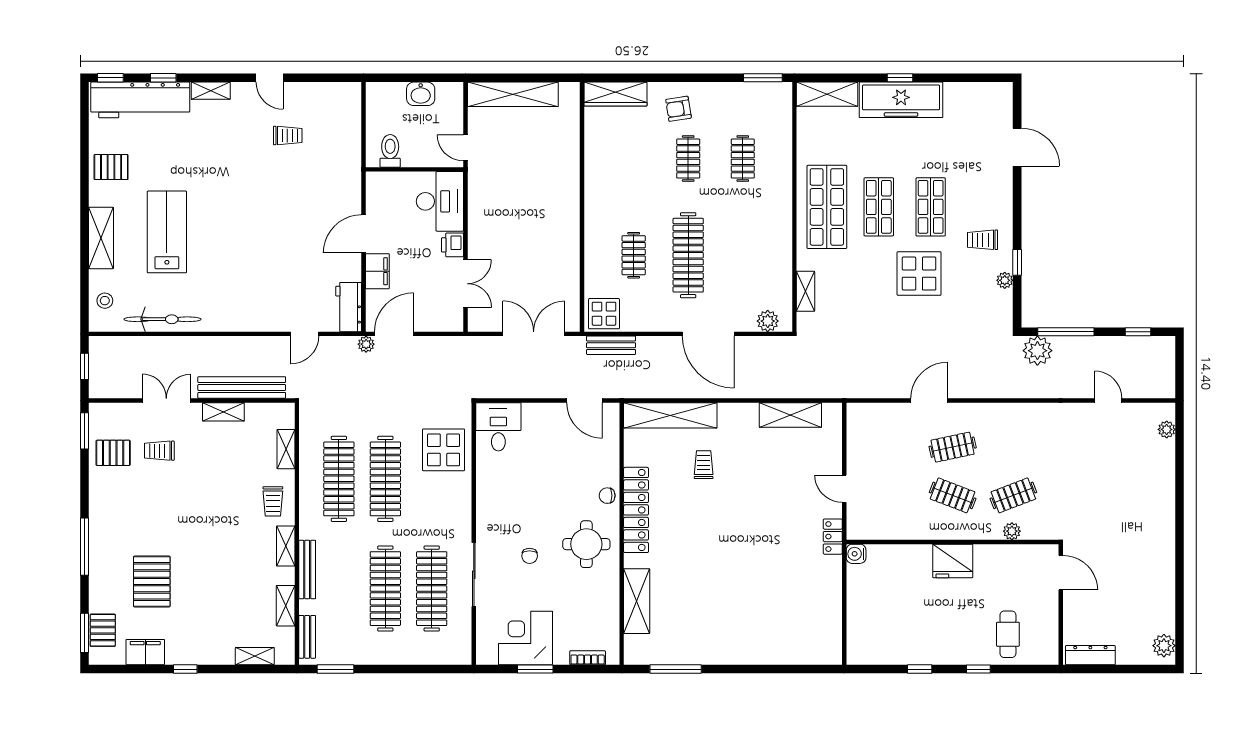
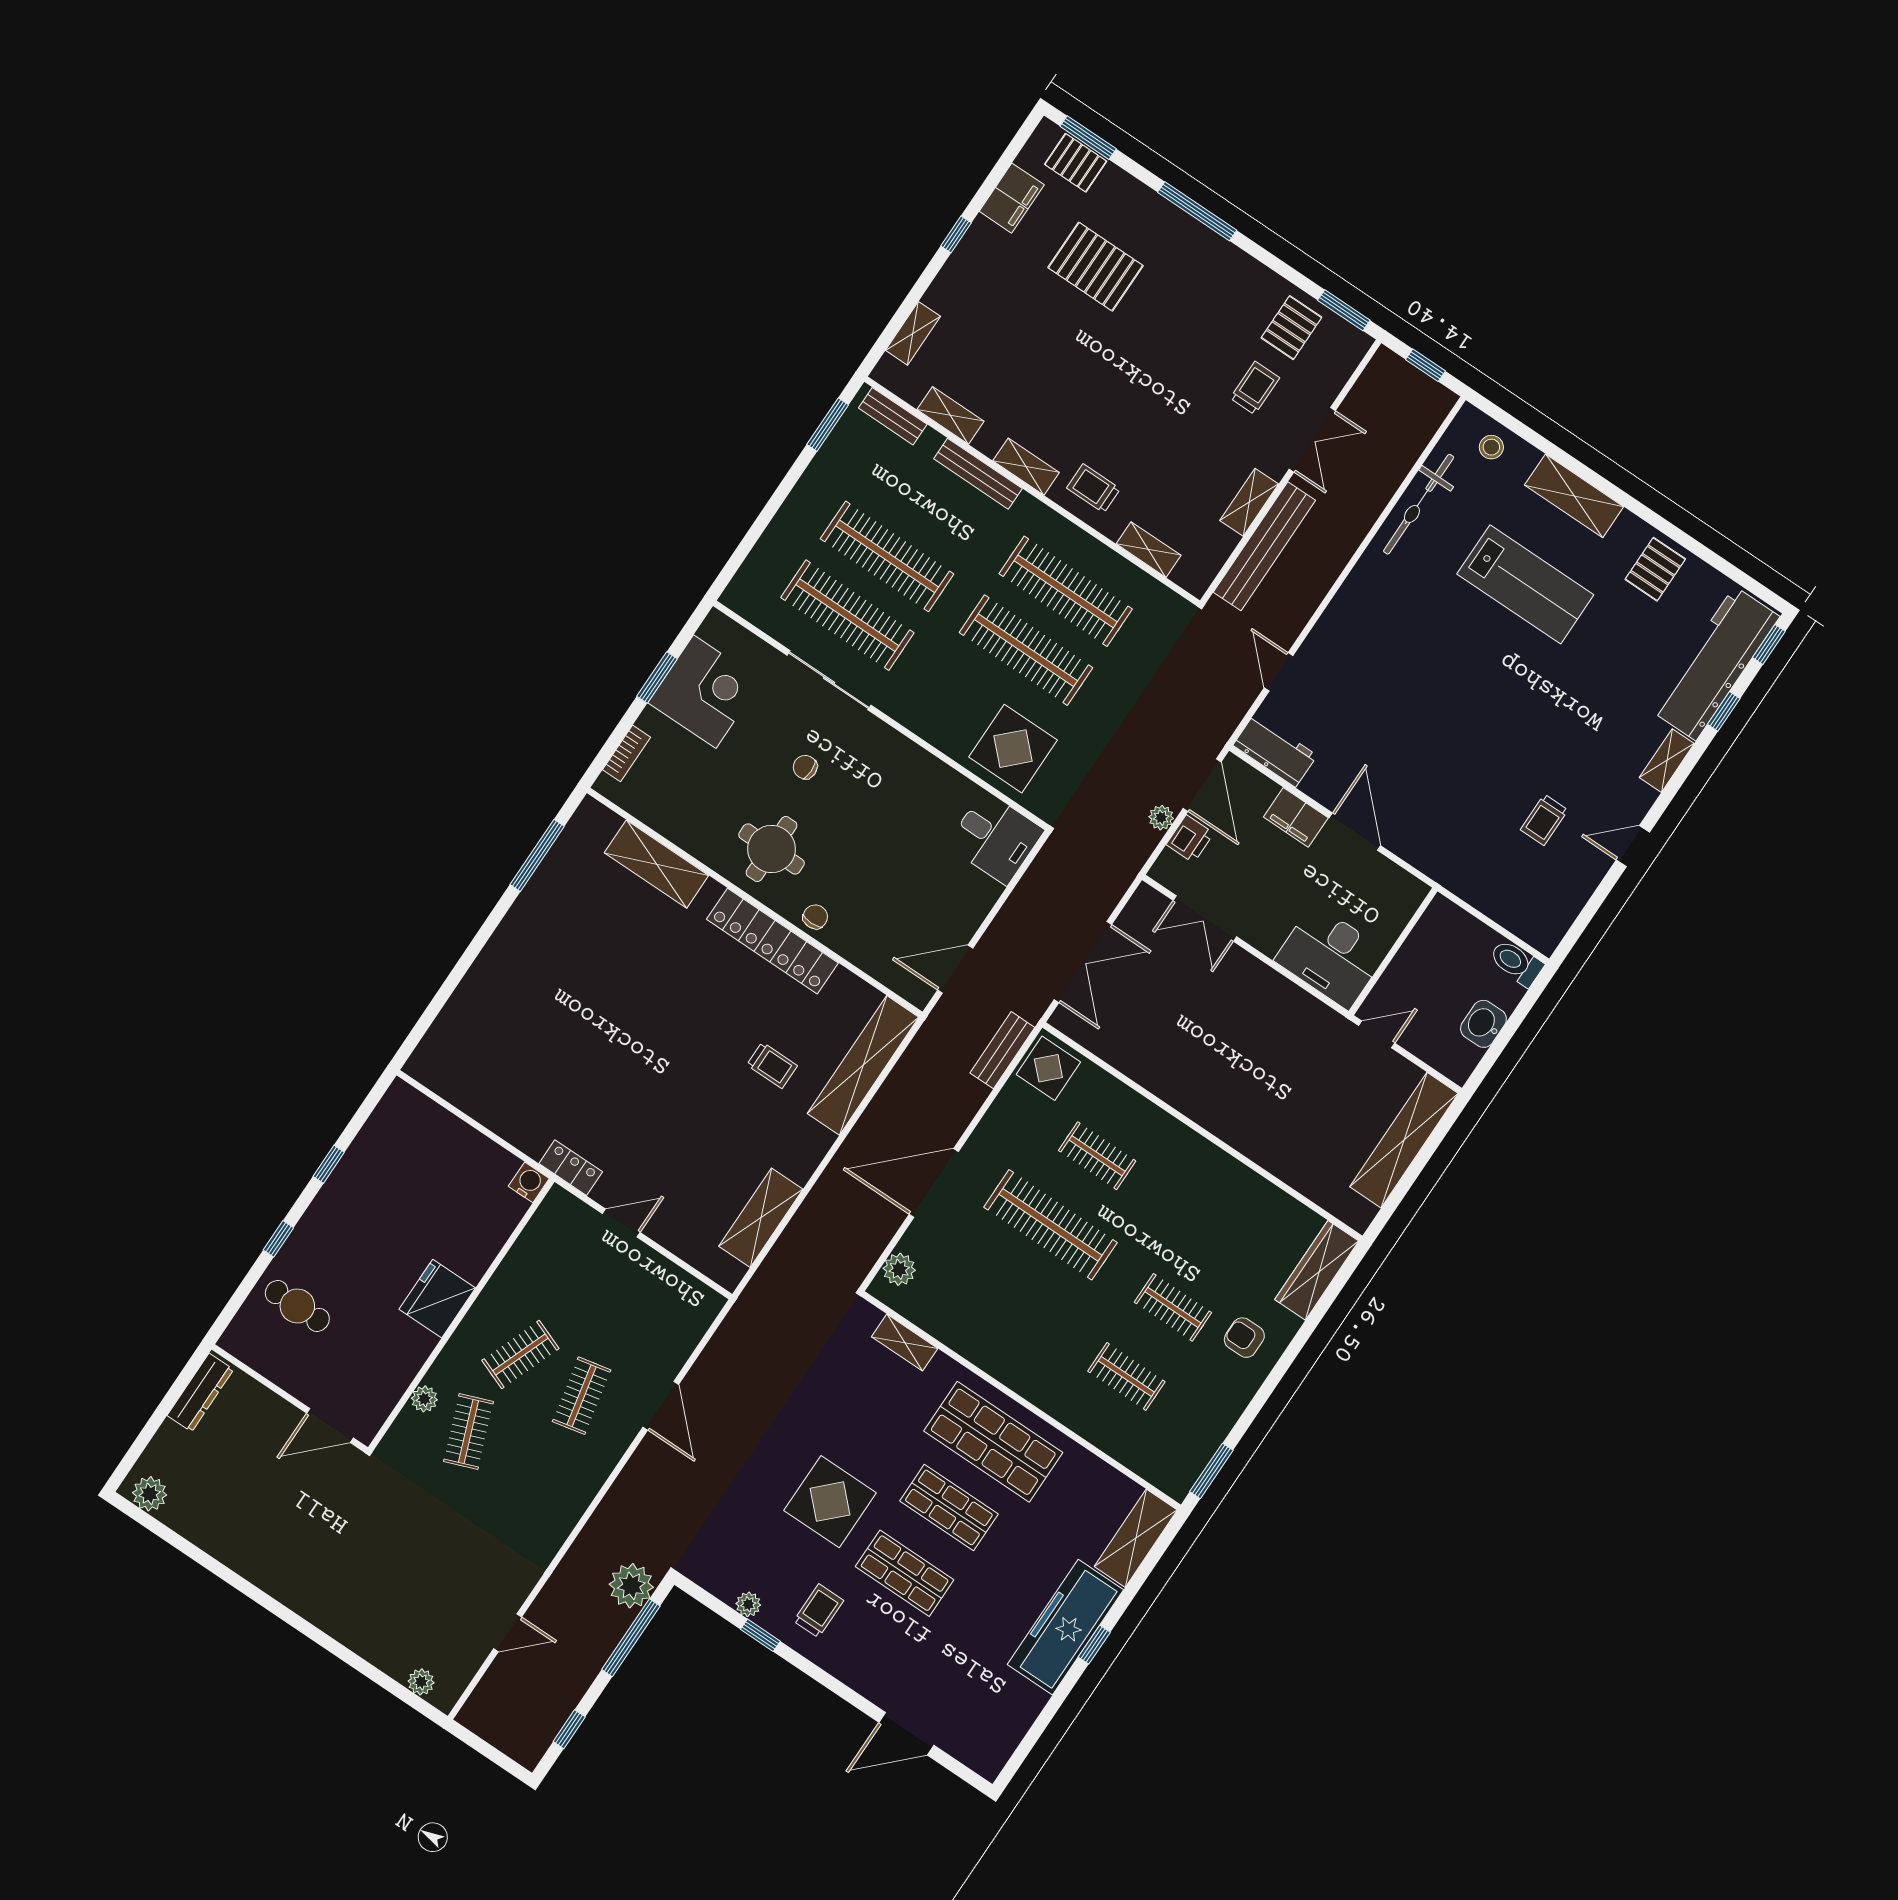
armchair: (678, 109) -> (1244, 1338), turned -81
toilet: (390, 151) -> (1516, 963), moved, turned 180
printer: (452, 245) -> (1190, 839), moved, turned 90
plant: (366, 344) -> (1161, 818), moved

